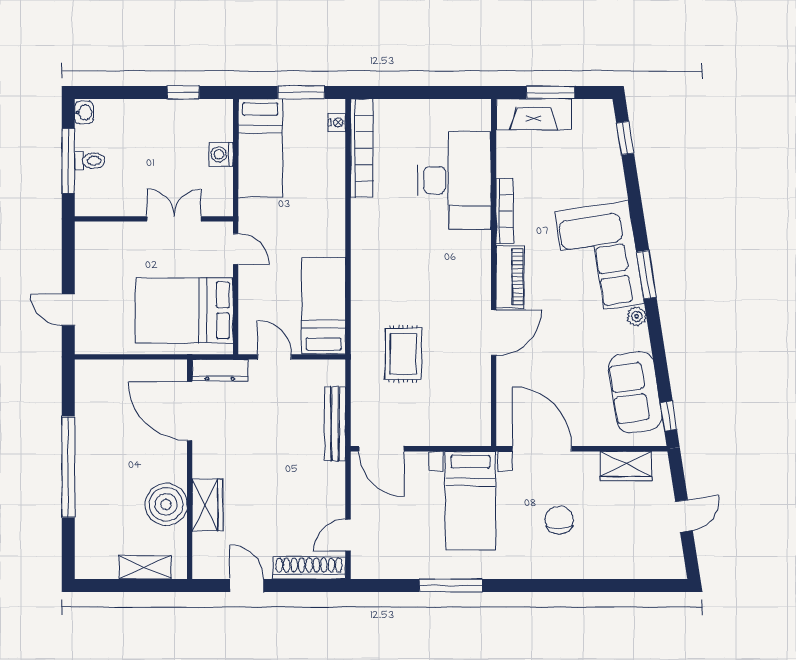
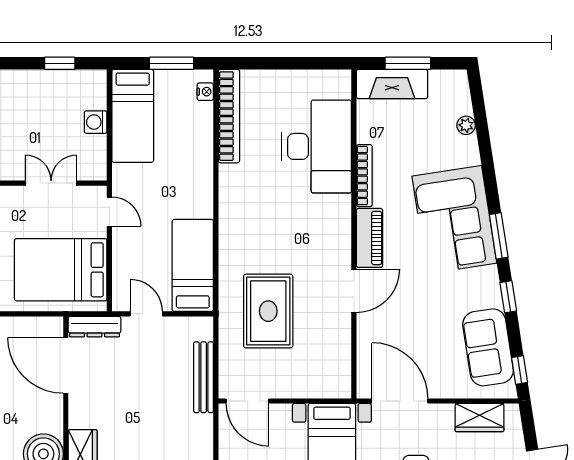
window: (625, 138) -> (508, 297), moved
plant: (637, 316) -> (466, 125), moved
rug: (403, 354) -> (268, 311), width x1.36, depth x1.43

